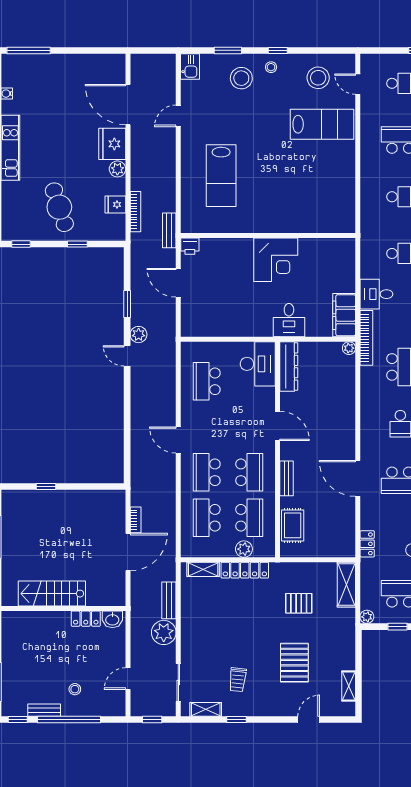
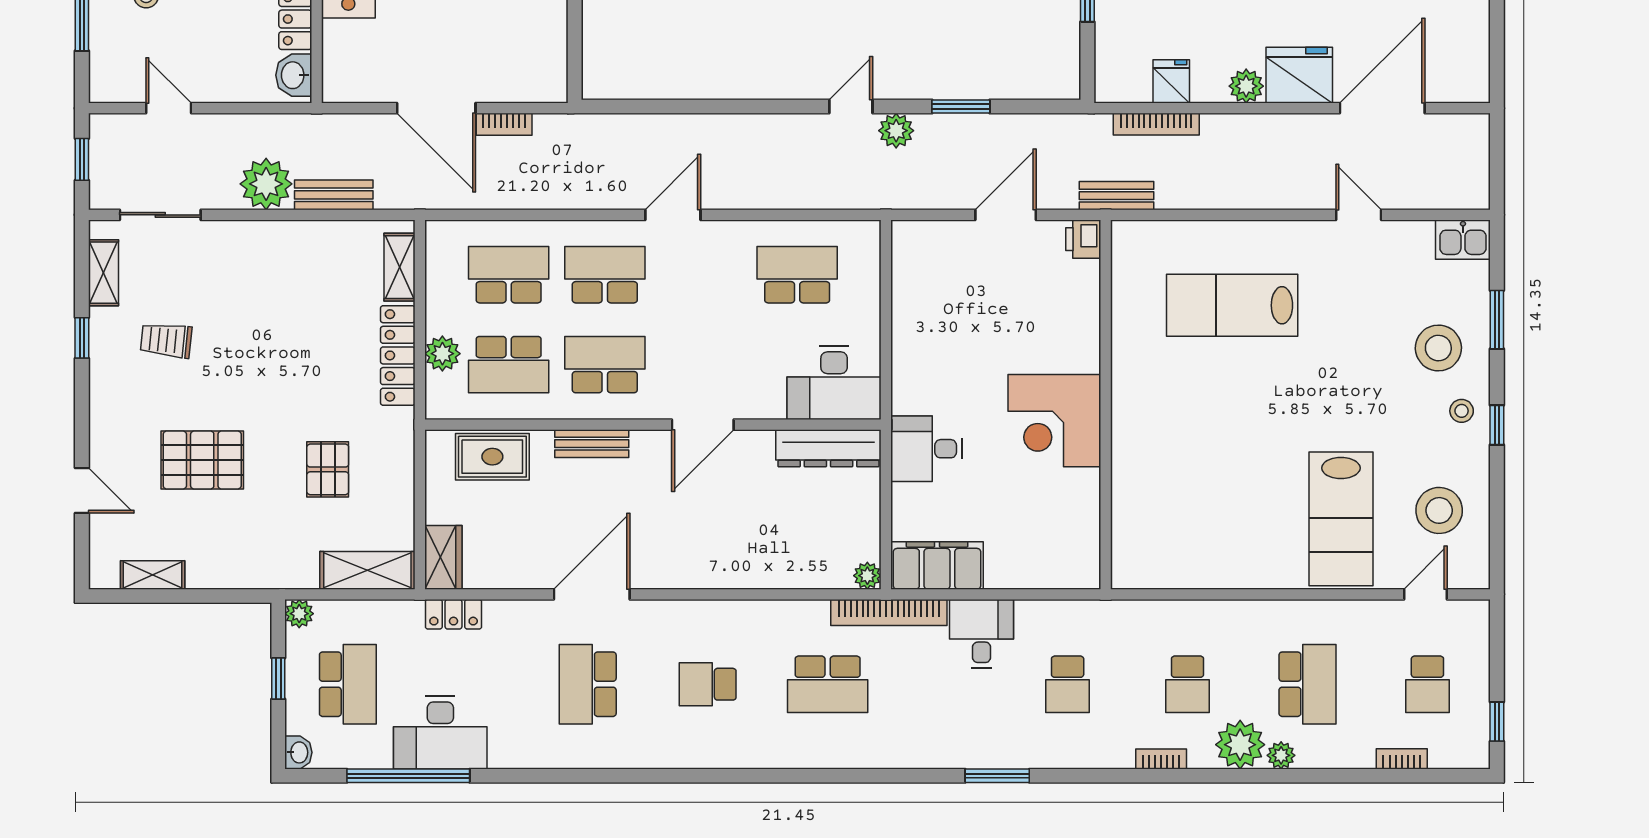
school desk: (249, 472) -> (605, 365), turned 180
wardrobe: (340, 549) -> (443, 557), added

